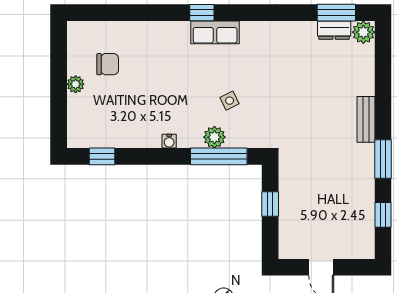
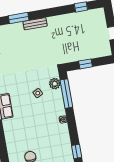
plant: (214, 137) -> (55, 84), moved
window: (383, 159) -> (19, 18), moved

